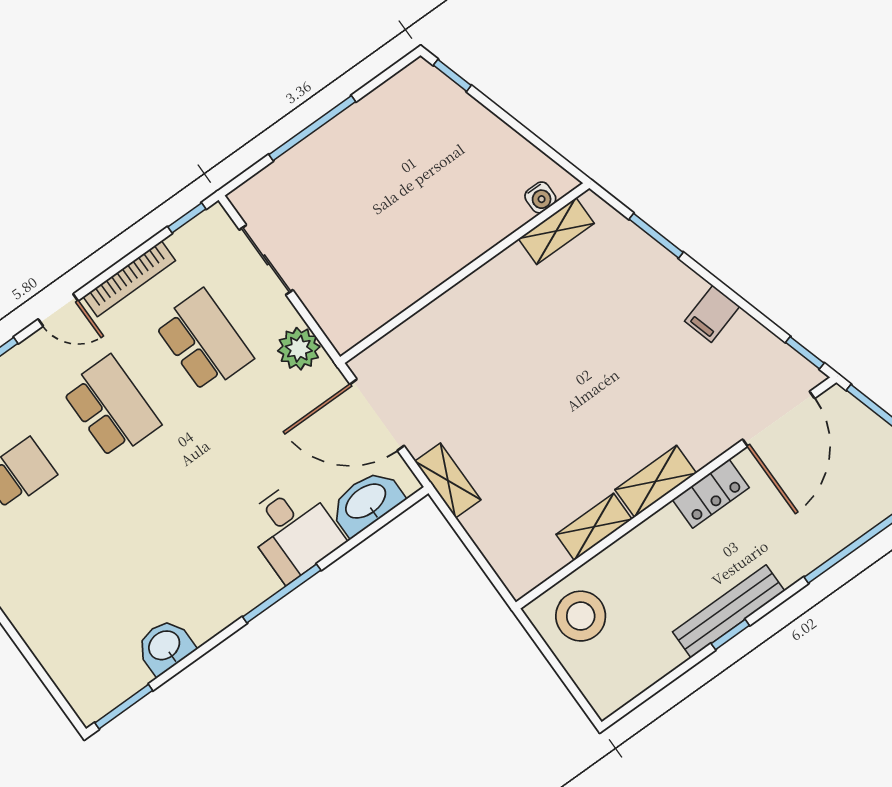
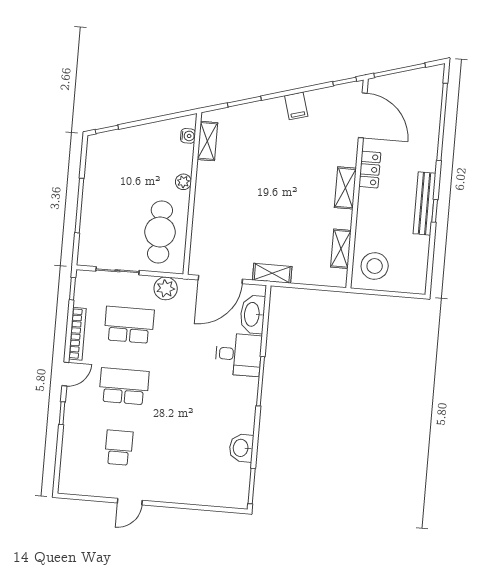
plant: (470, 246) -> (183, 182), added
cafe table: (371, 273) -> (160, 232), added
shelving: (594, 527) -> (341, 249), moved

